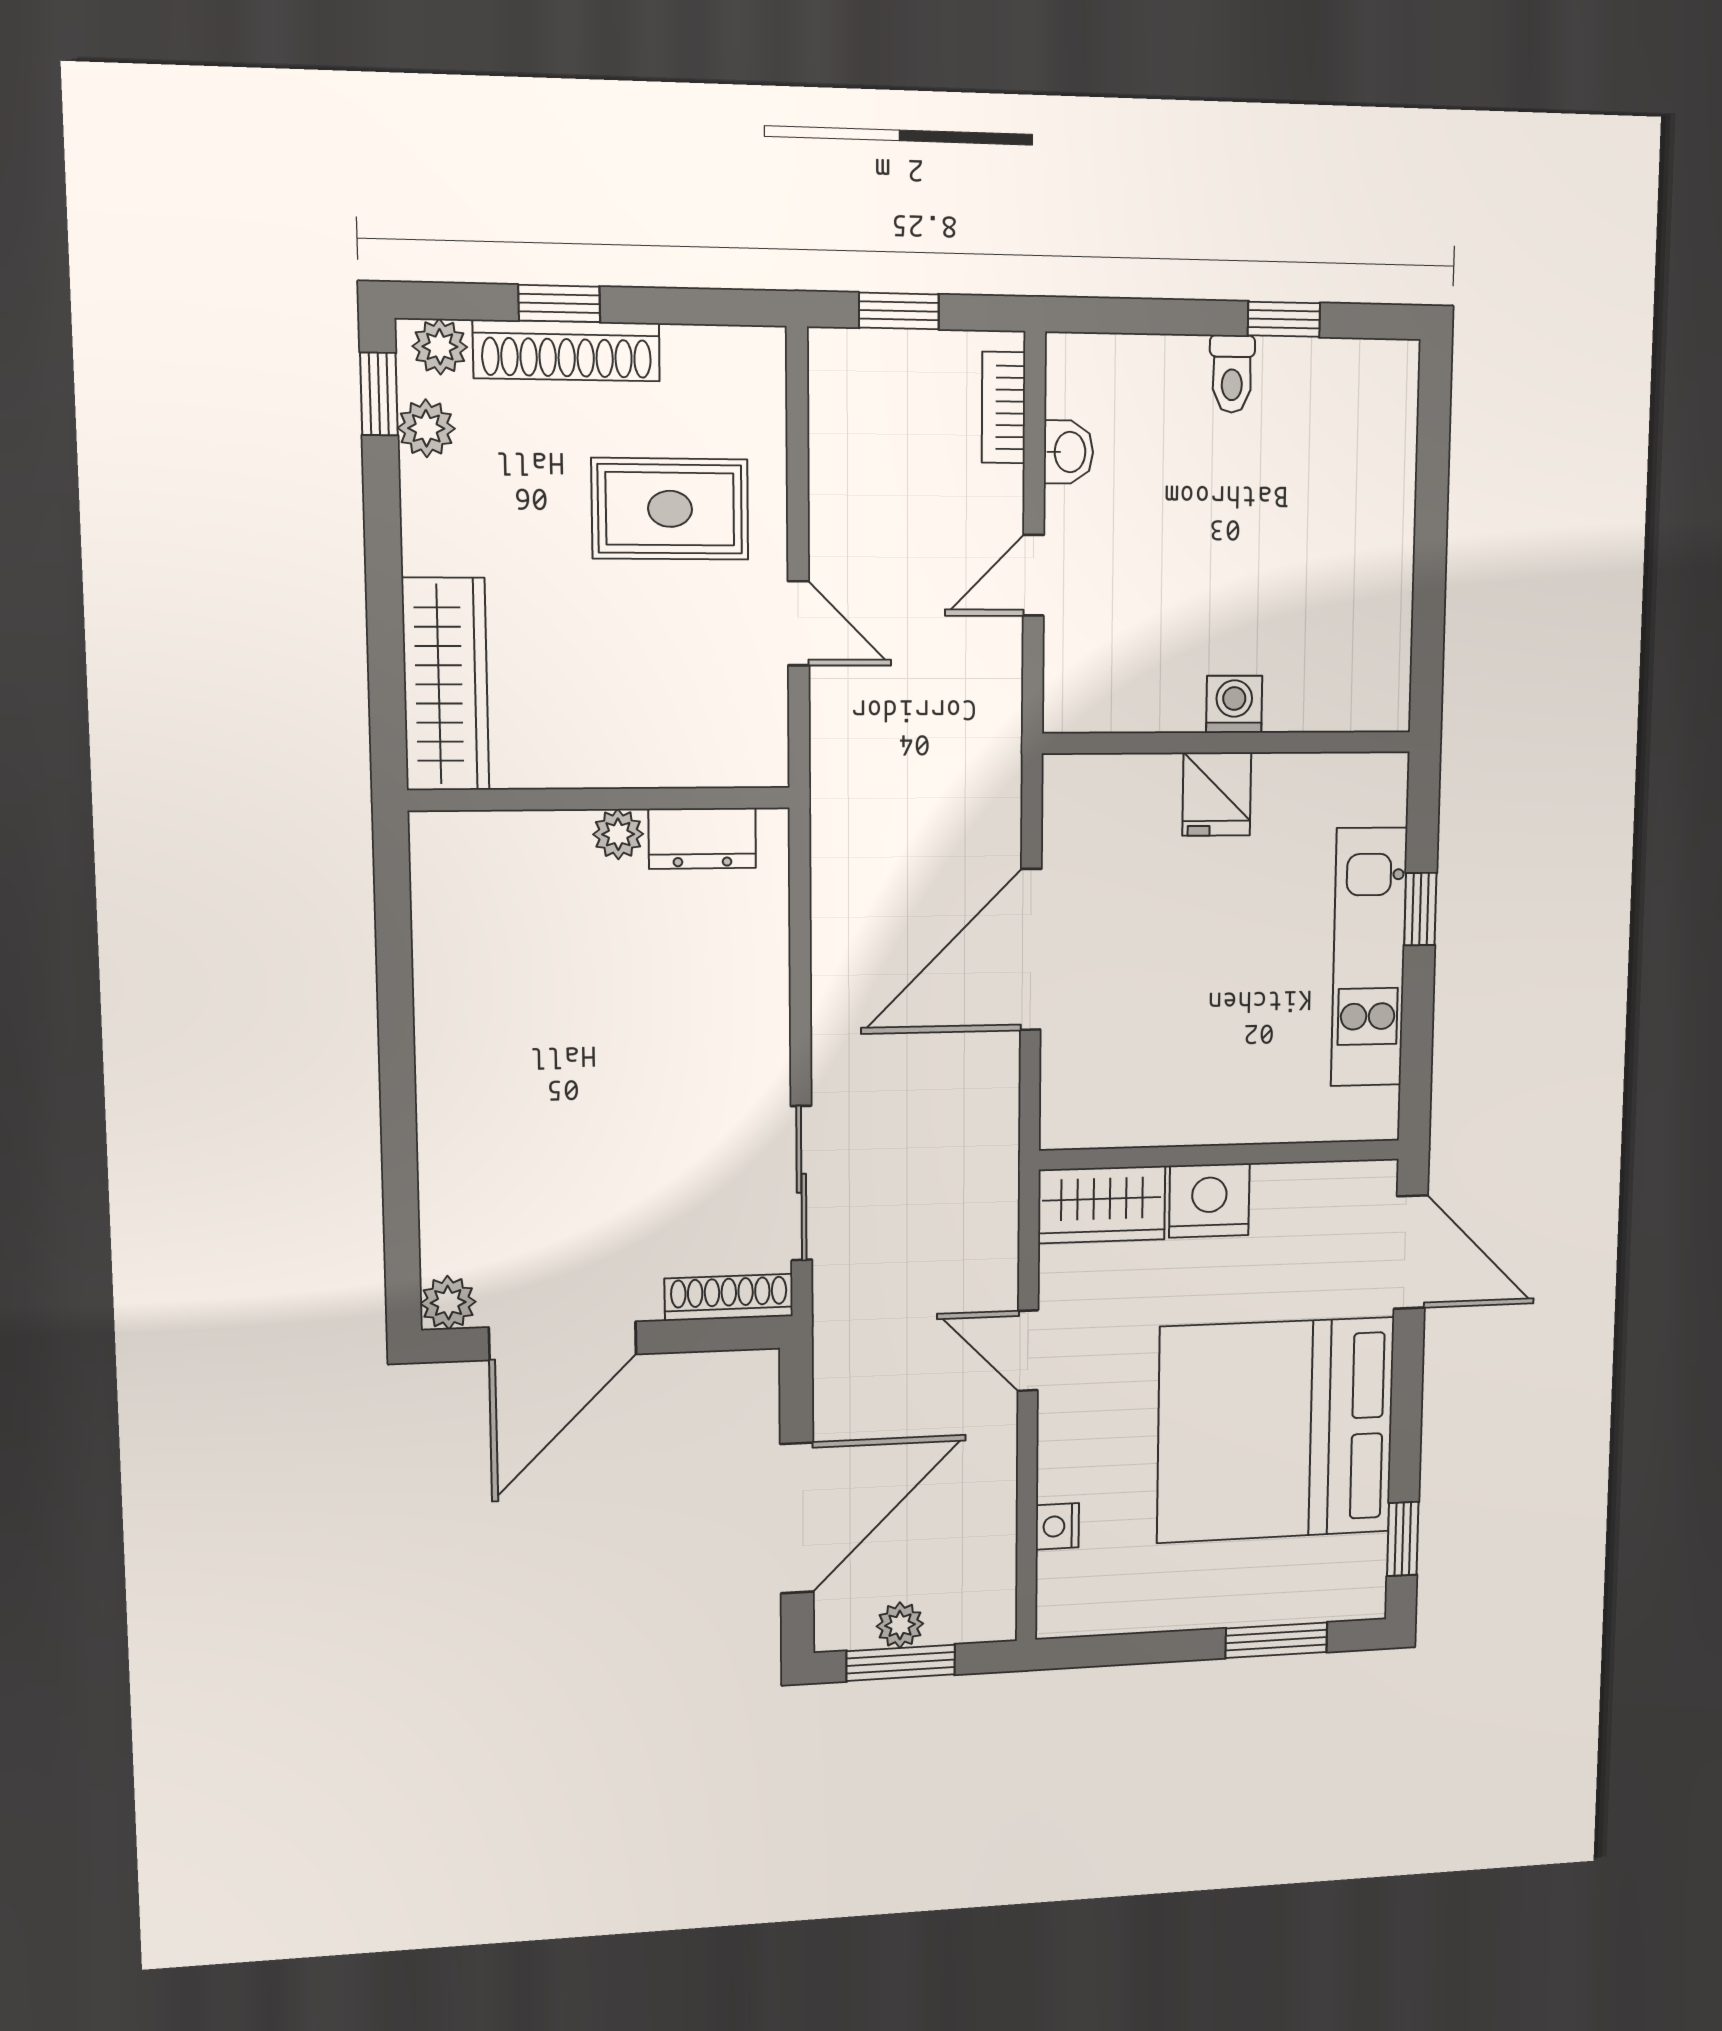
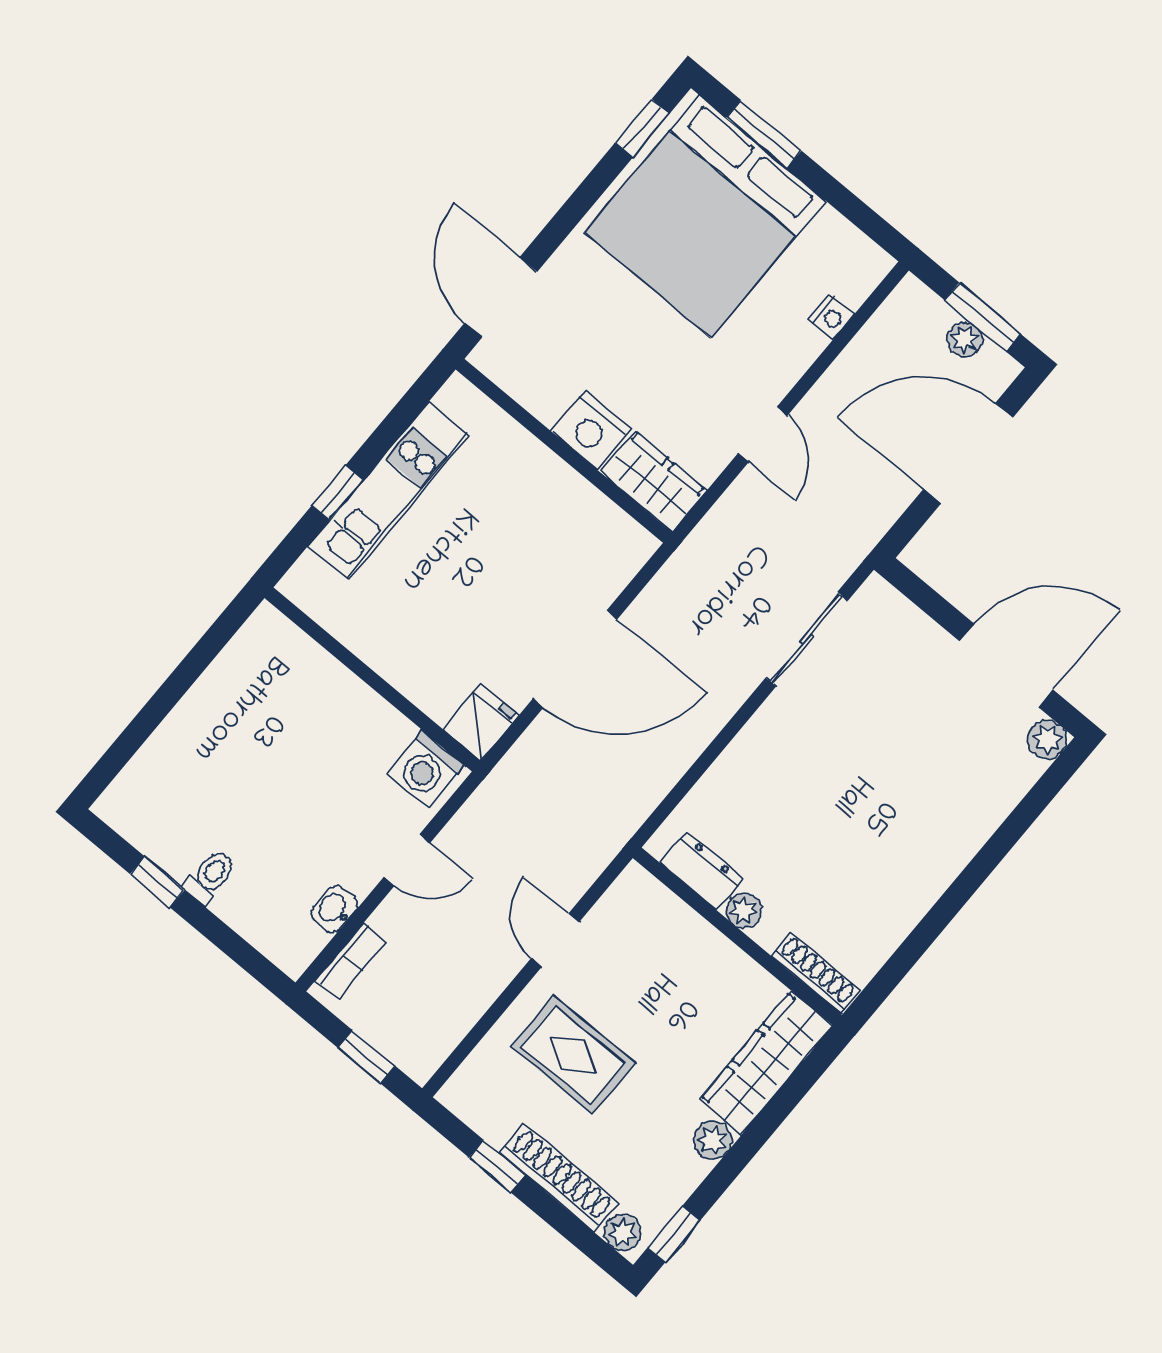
window: (559, 304) -> (497, 1166), moved
plant: (426, 428) -> (713, 1140), moved
washing machine: (1234, 704) -> (426, 769), moved, width x1.38, depth x1.38
fridge: (1217, 794) -> (481, 722), moved
shoe rack: (729, 1297) -> (815, 973), moved, turned 180
bed: (1276, 1430) -> (705, 216), moved, turned 90

